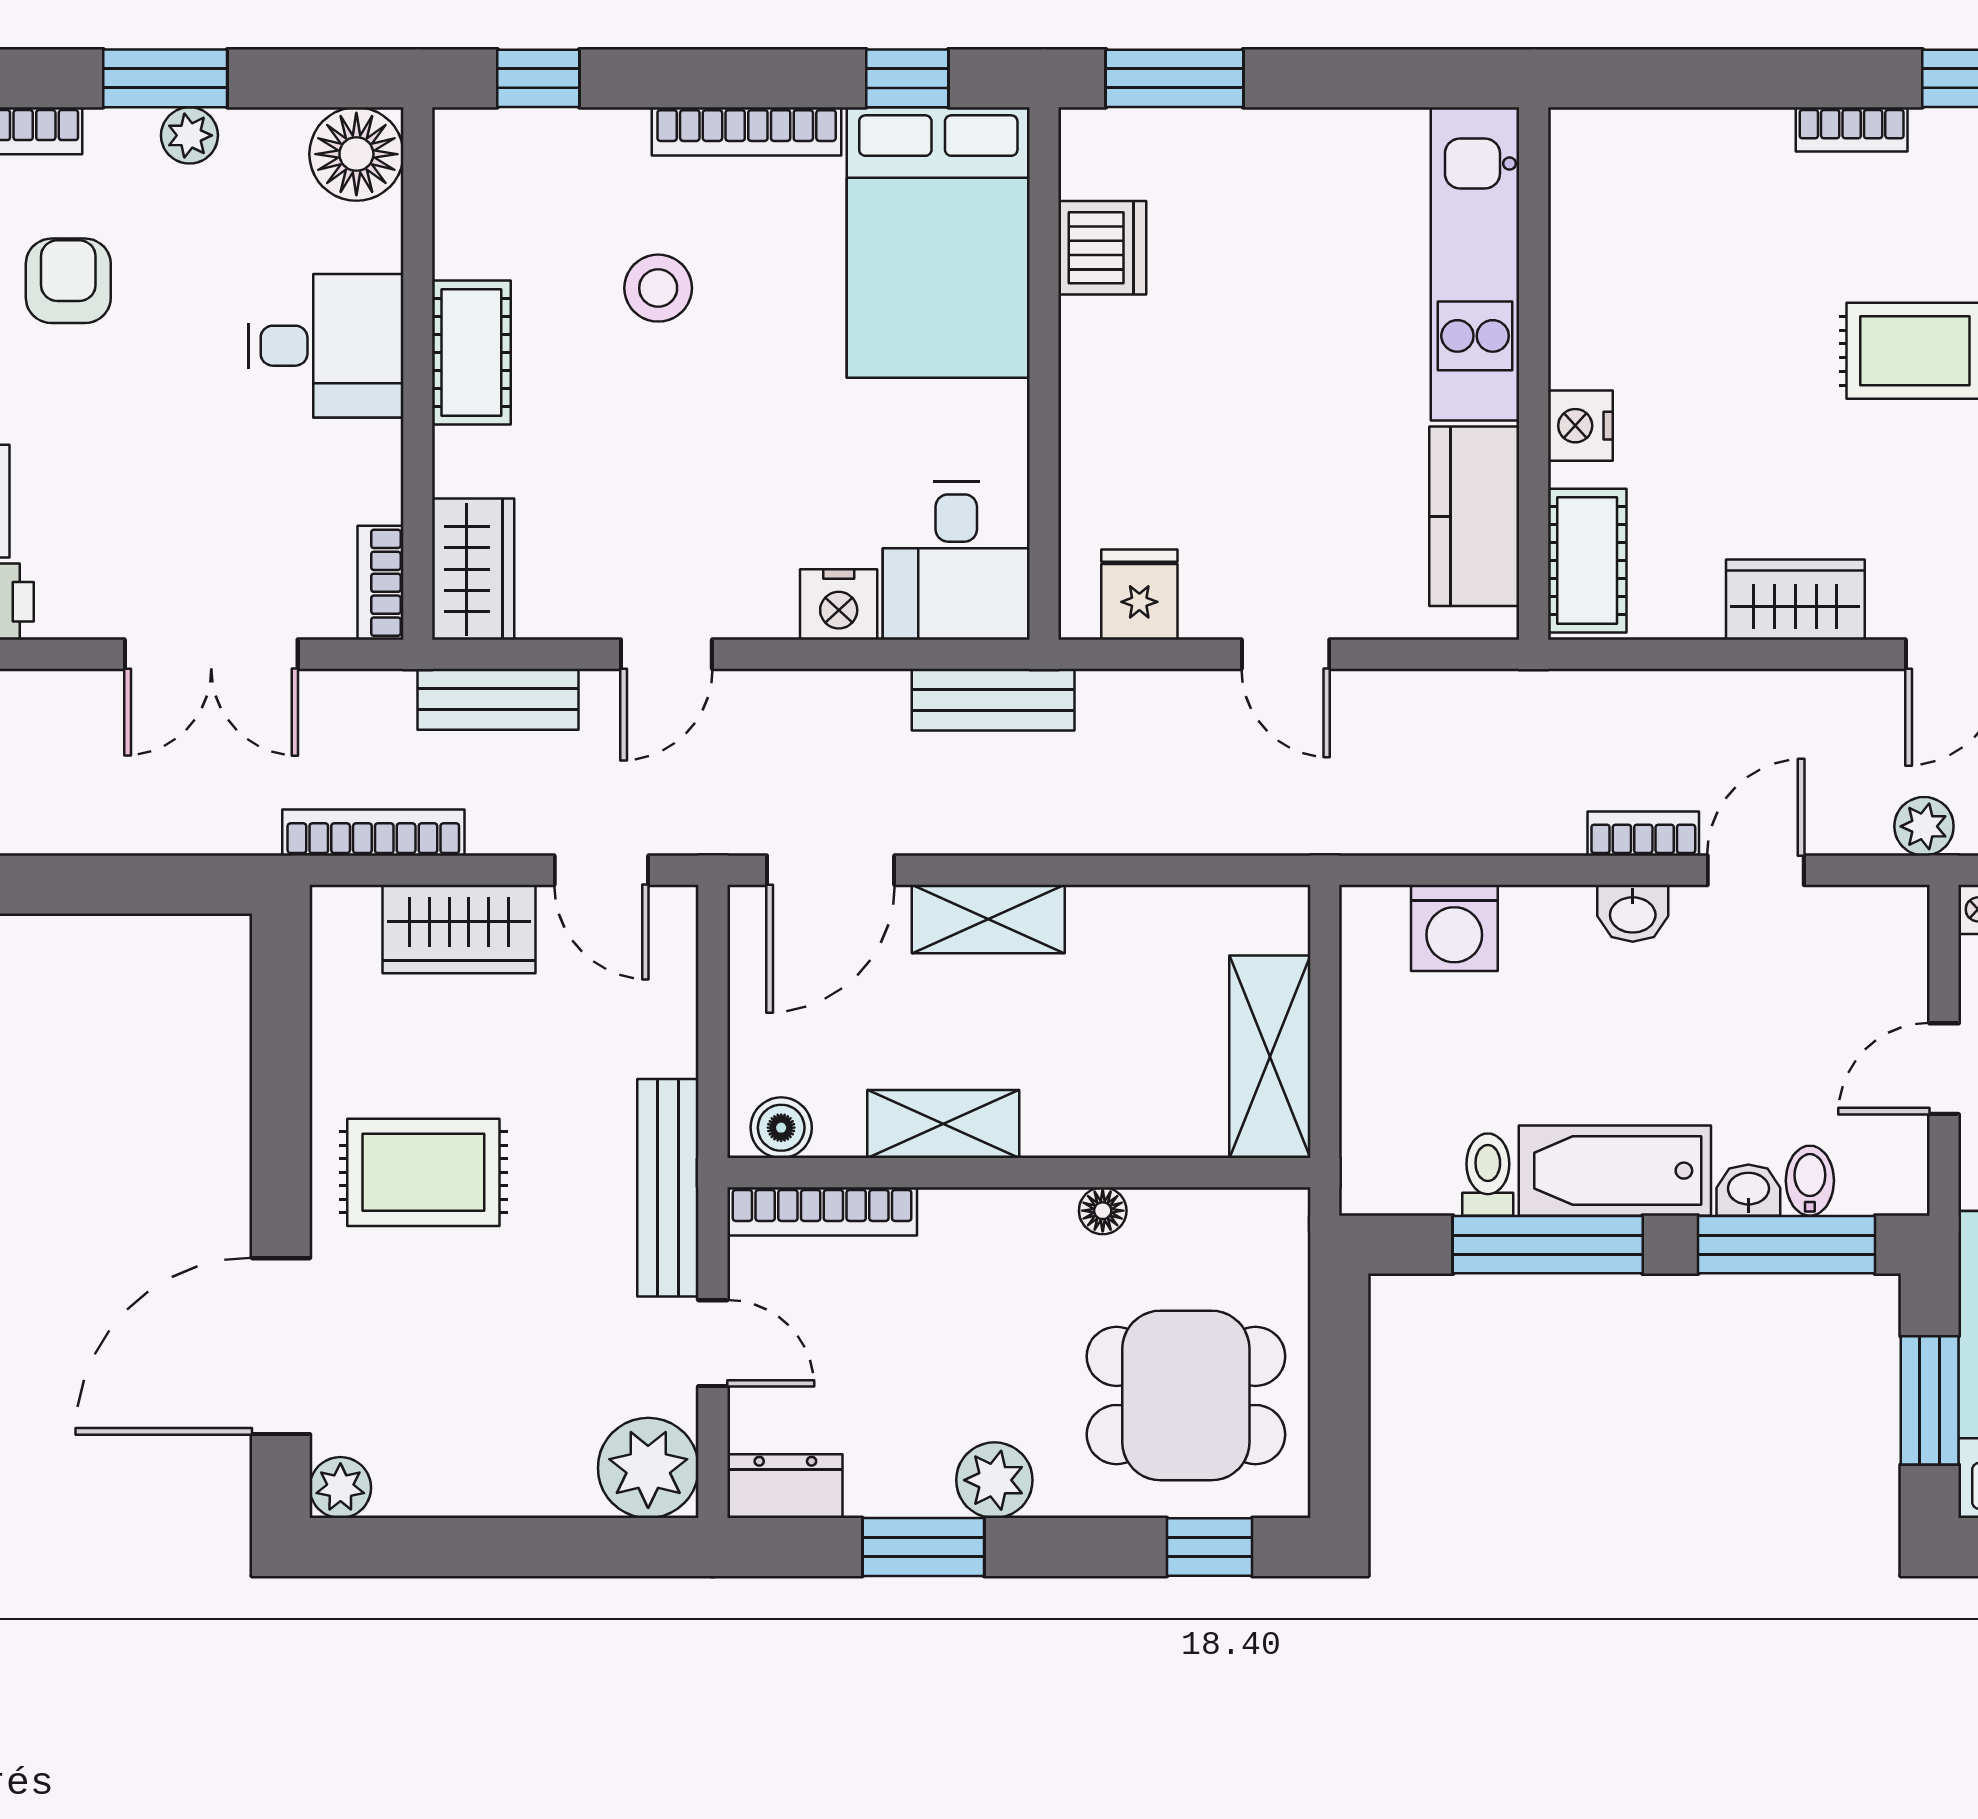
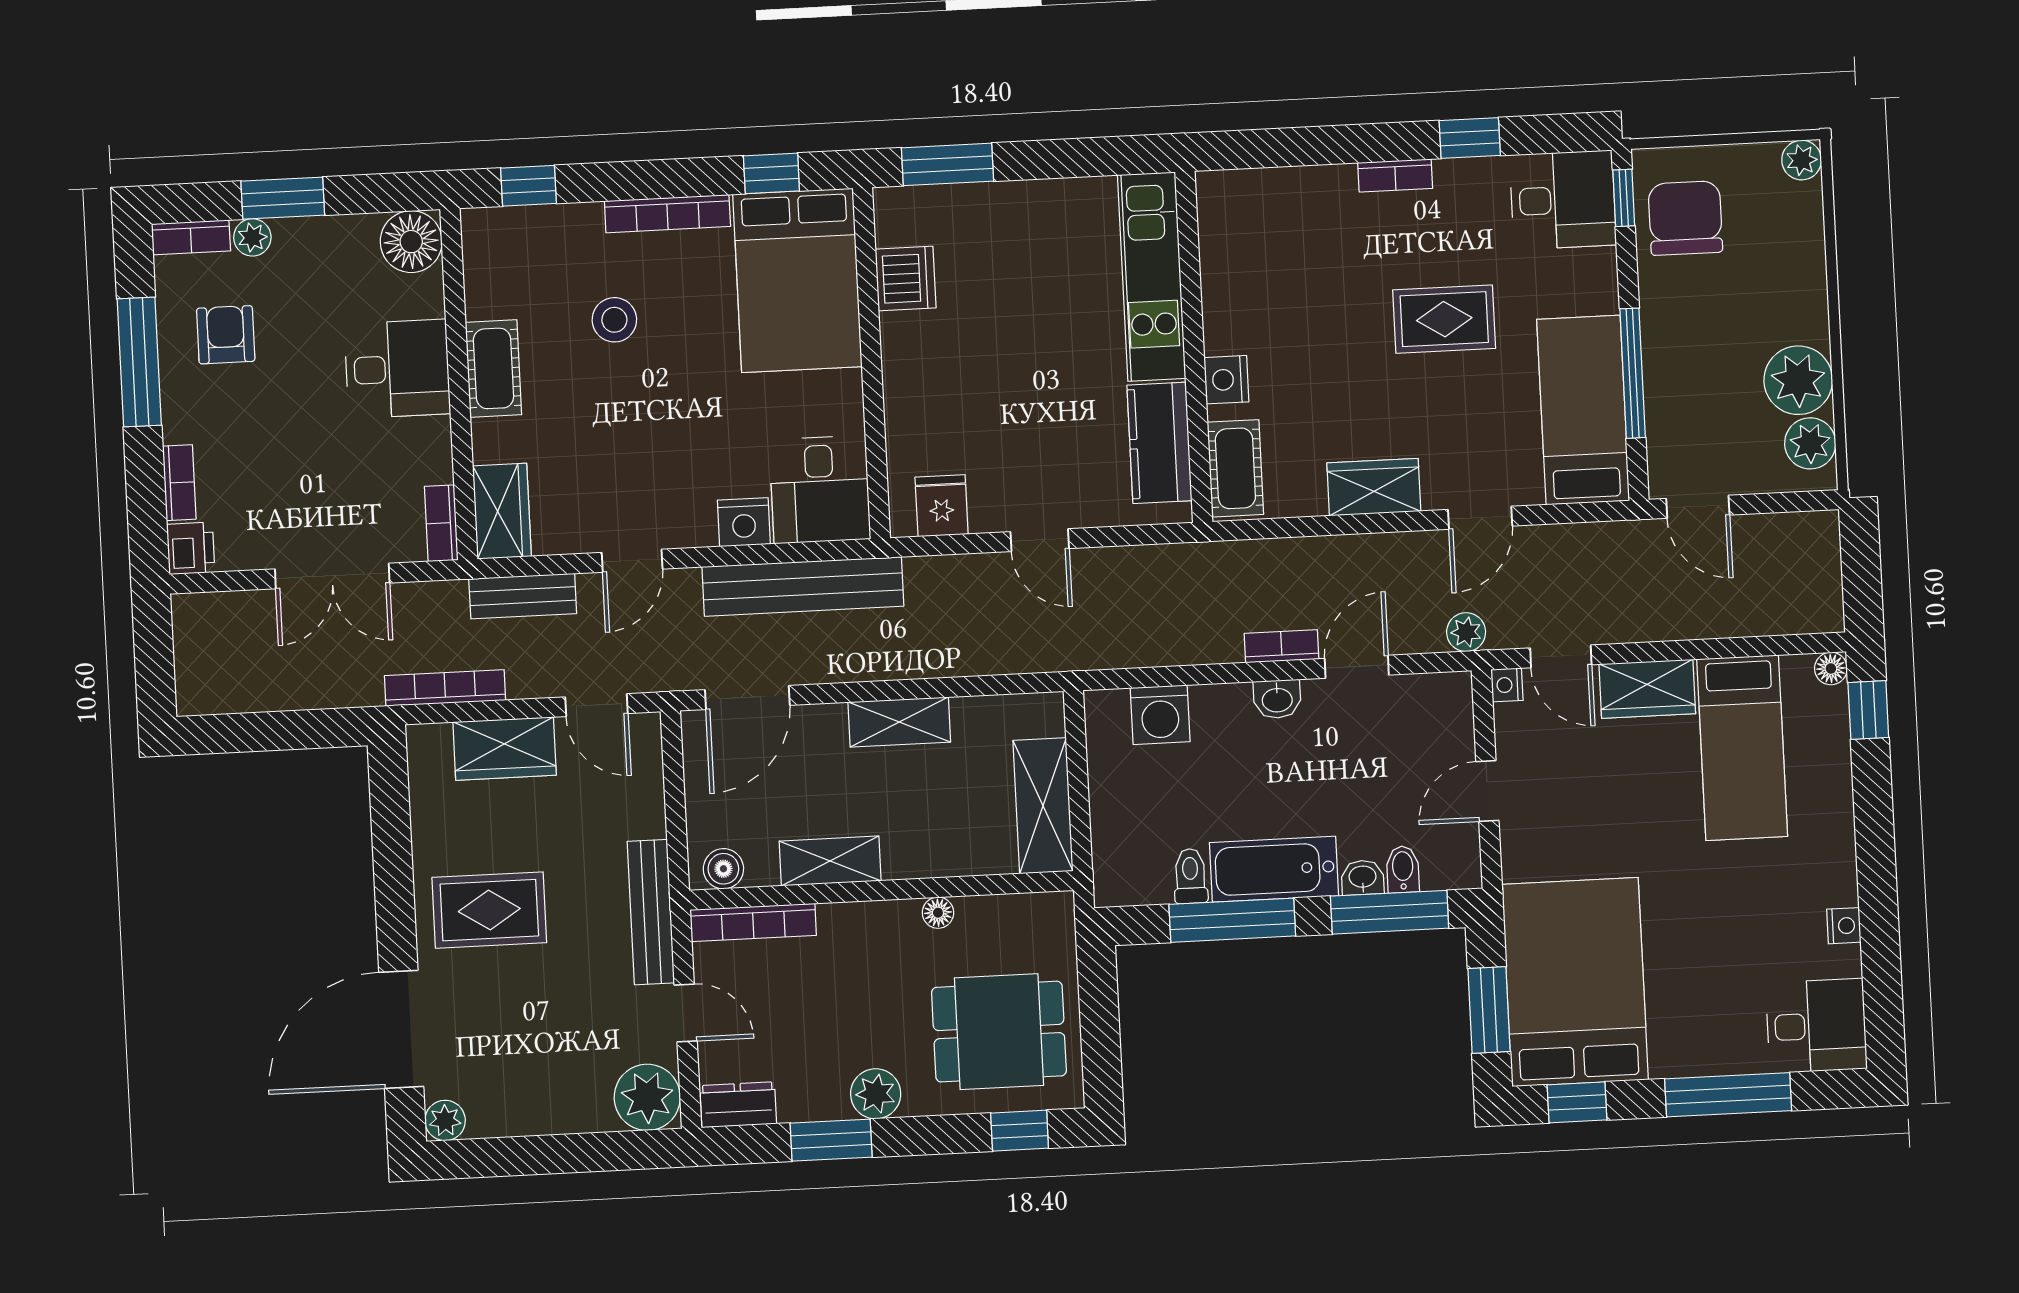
plant: (189, 135) -> (252, 237), moved
bench: (993, 700) -> (803, 586), width x1.86, depth x1.21
shelving: (988, 919) -> (899, 722), moved

